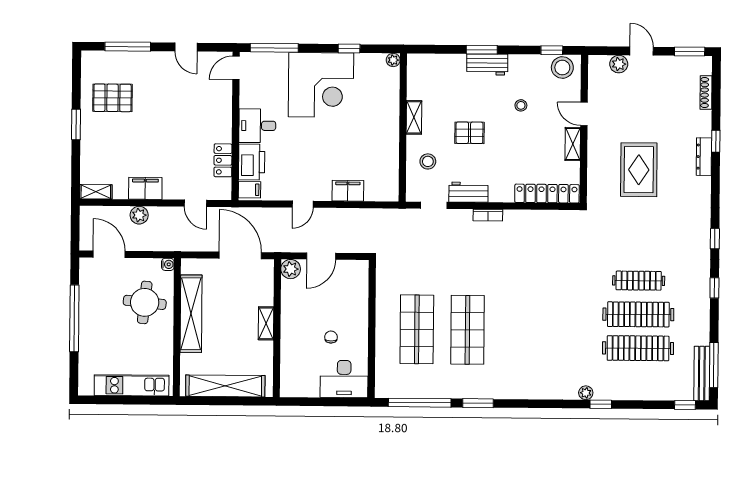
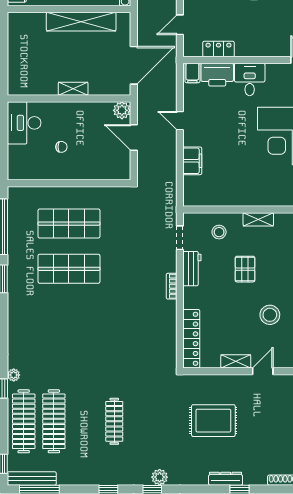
stool: (521, 105) -> (270, 315), width x1.89, depth x1.89
plant: (702, 230) -> (160, 477), added
clothes rail: (638, 314) -> (24, 421), moved
desk: (344, 379) -> (24, 123), moved
shelving: (225, 386) -> (17, 53), removed

